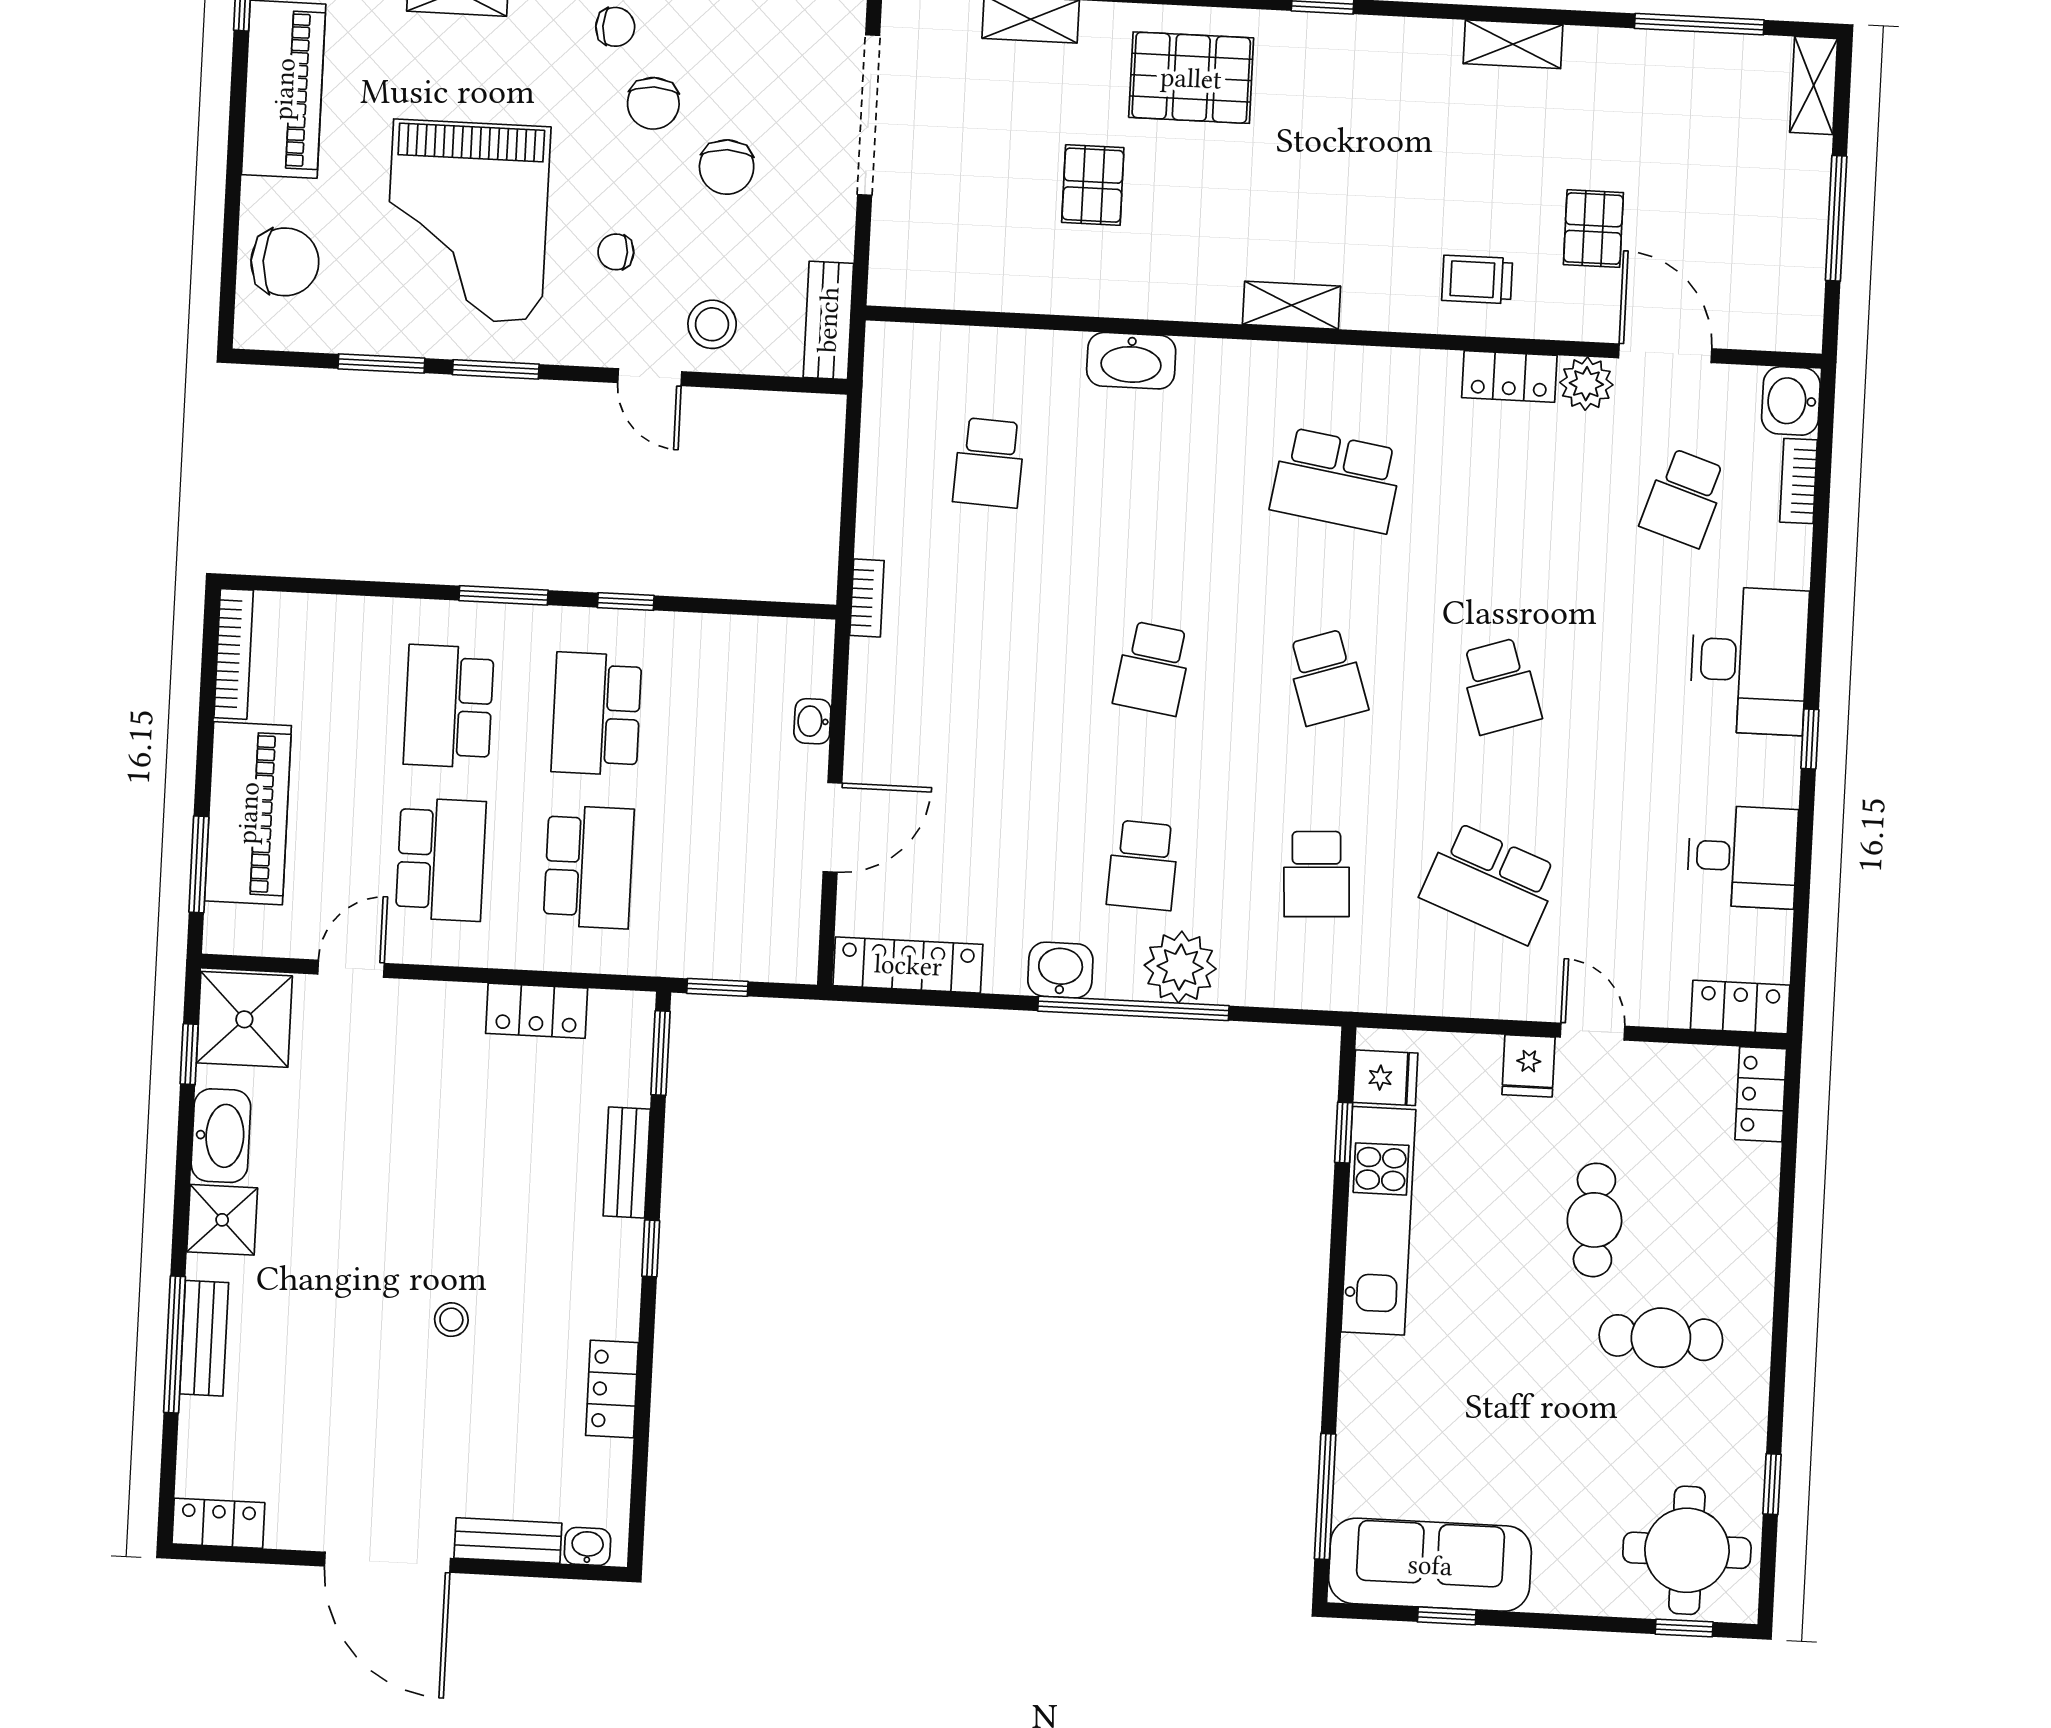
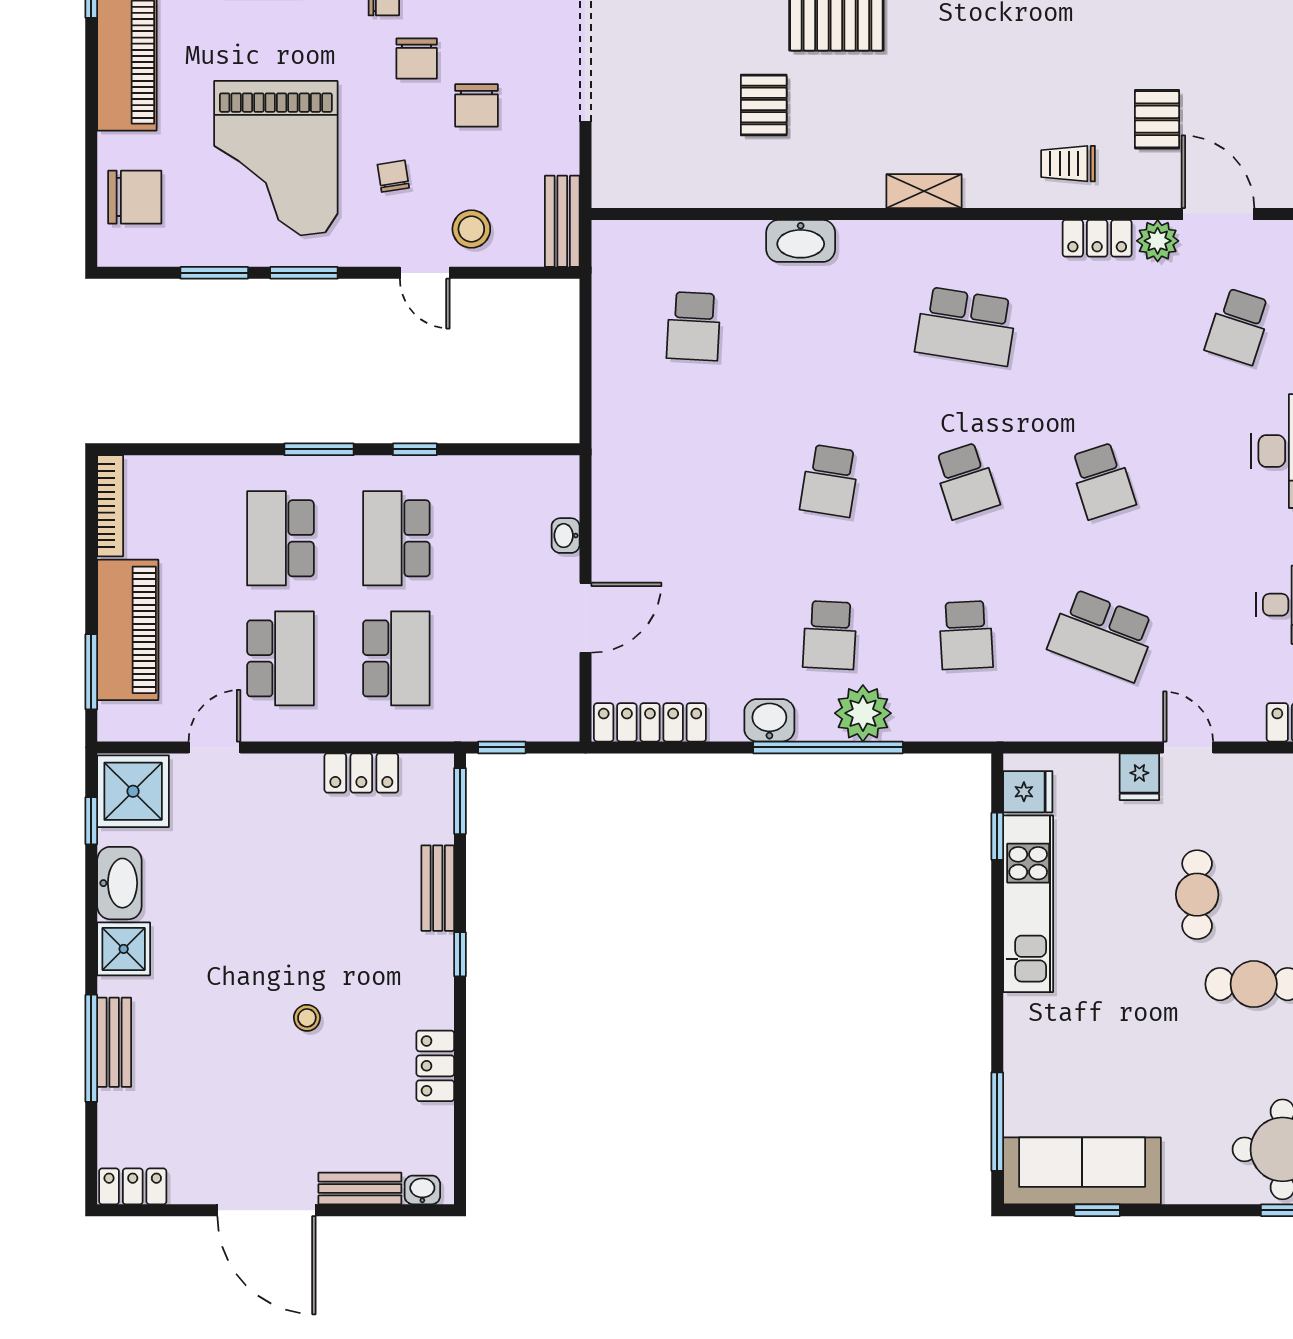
chair: (616, 252) -> (393, 176), turned 81
bookcase: (867, 598) -> (603, 437), removed

